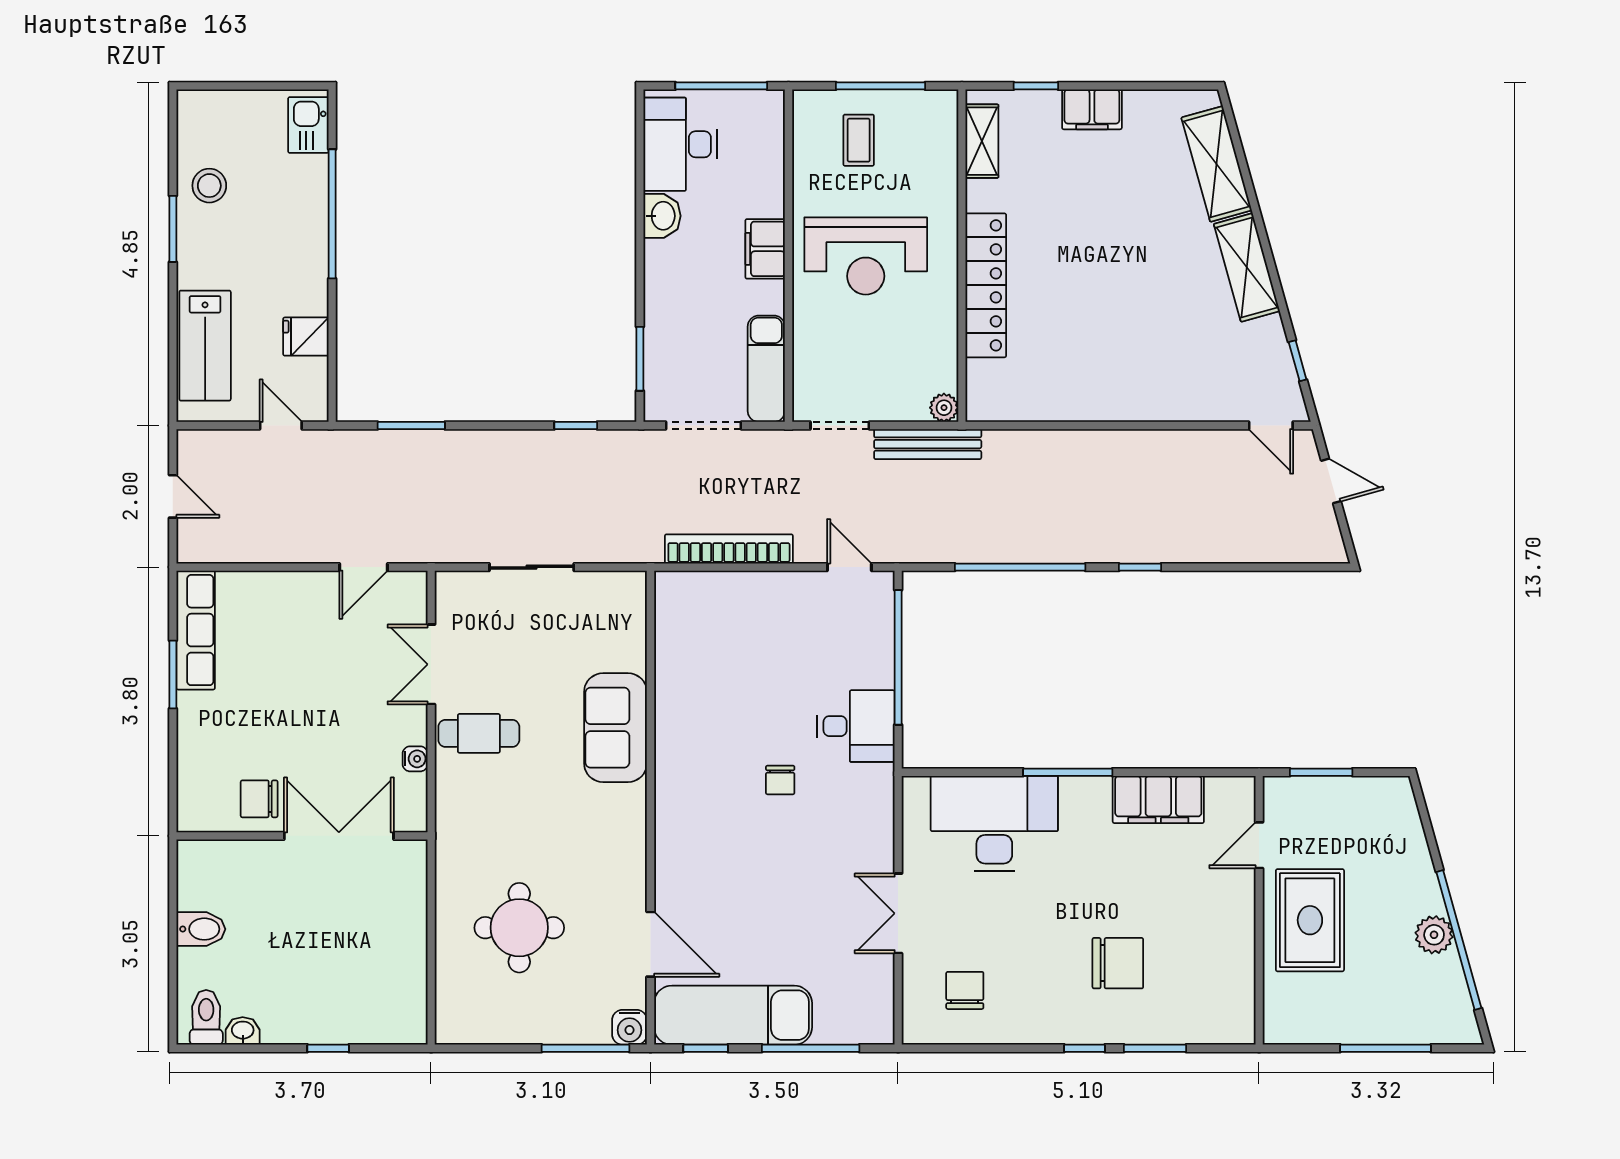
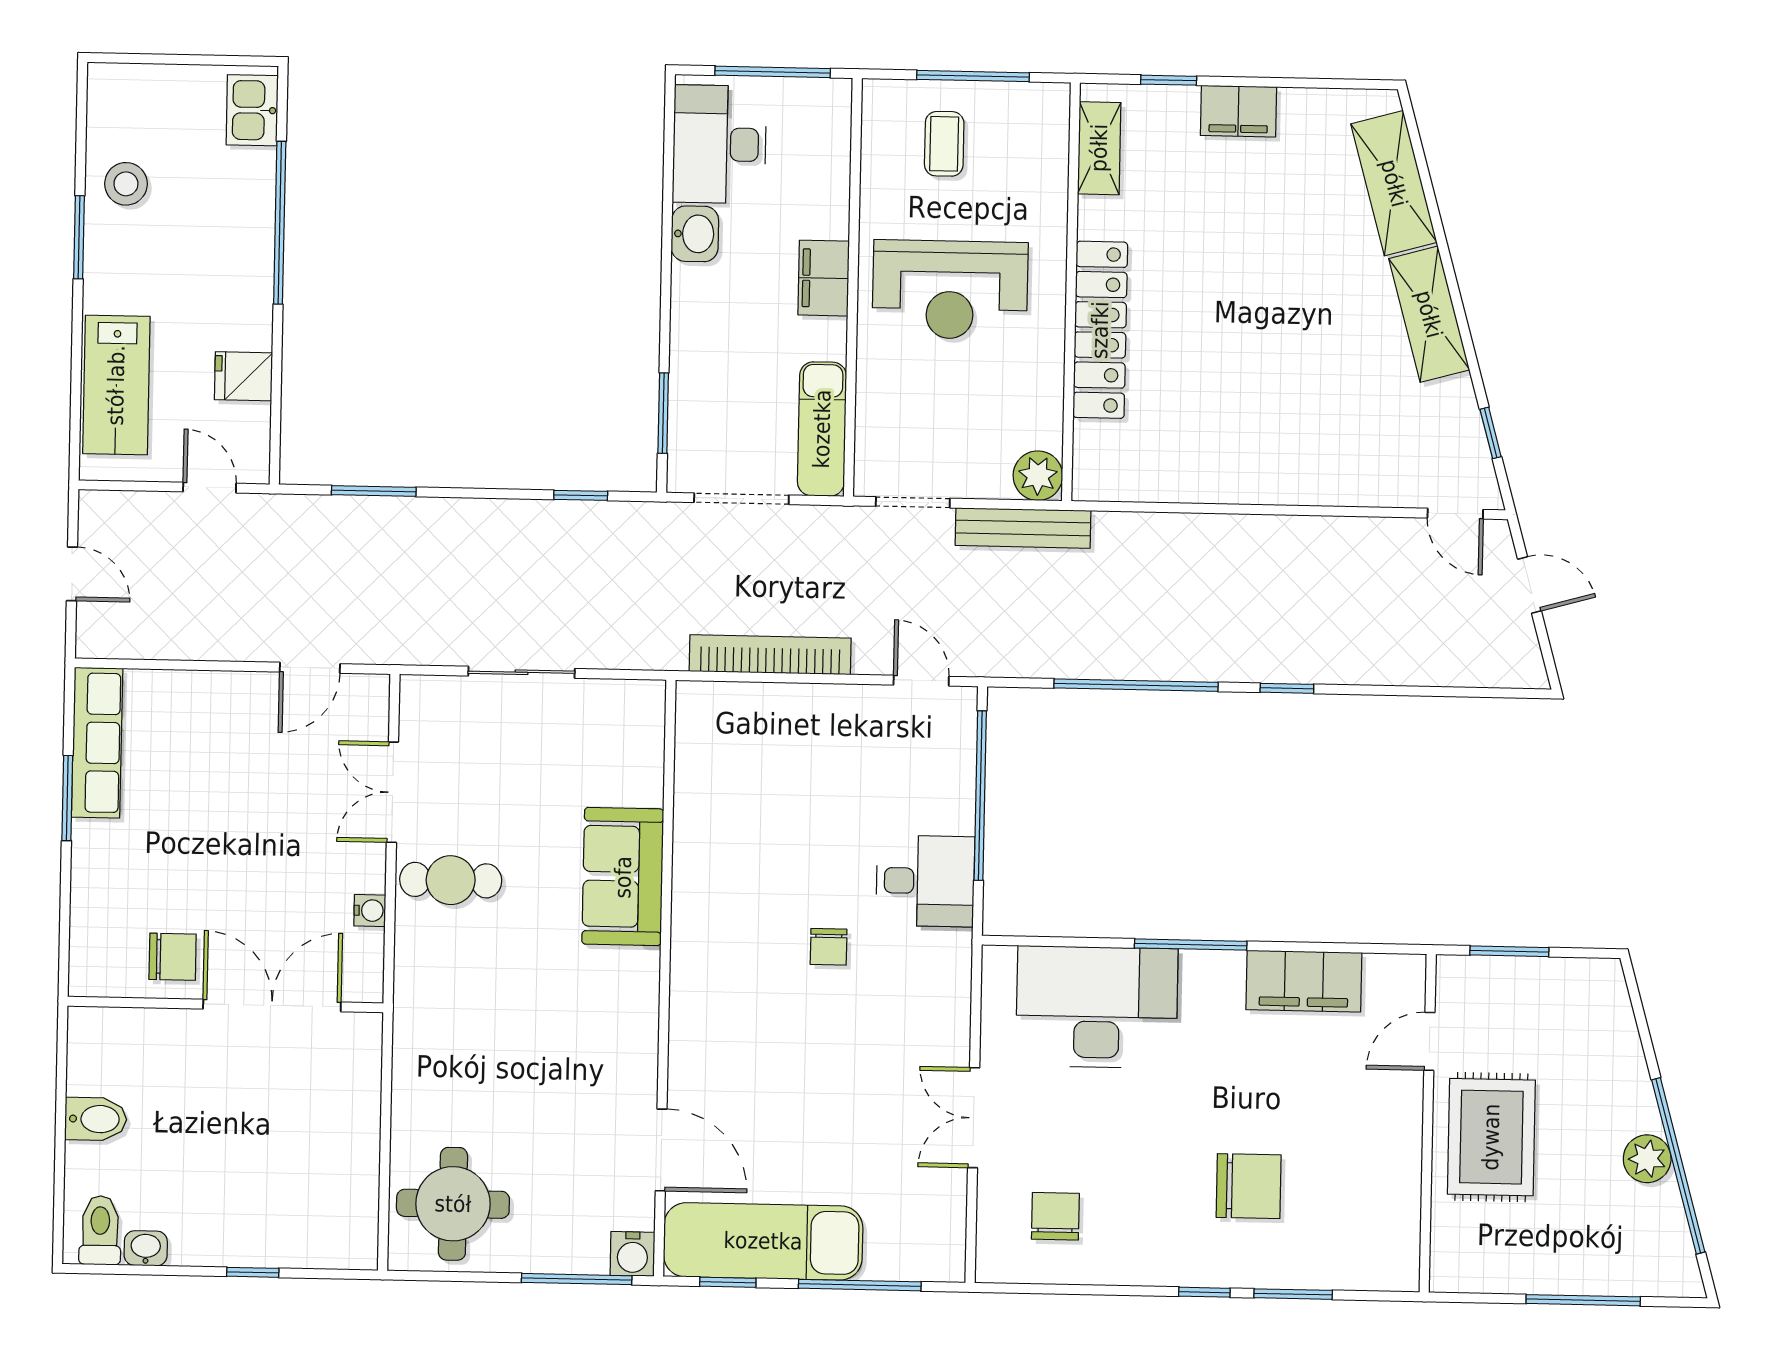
plant: (944, 408) -> (1038, 476), width x1.38, depth x1.38
chair: (259, 799) -> (173, 957), turned 180
round table: (519, 928) -> (453, 1204), moved

